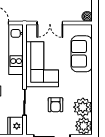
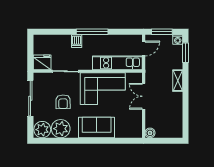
sofa: (82, 54) -> (97, 128), moved
armchair: (56, 105) -> (63, 102), turned -91

